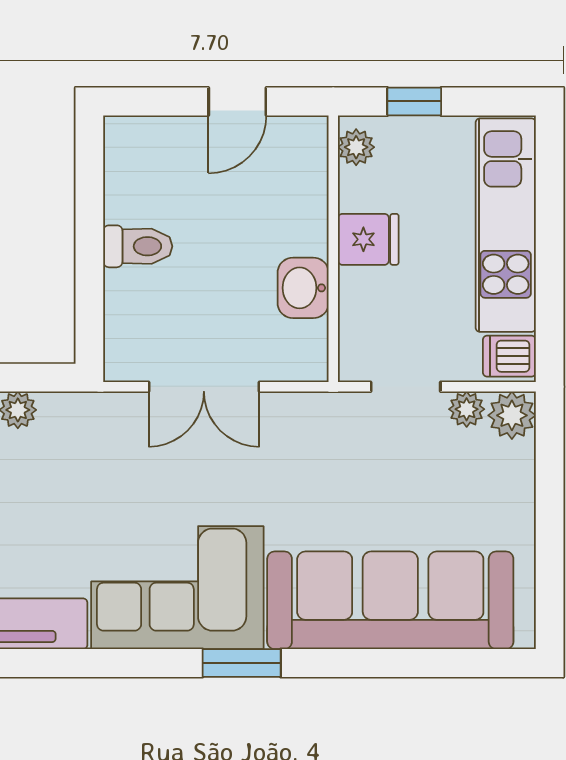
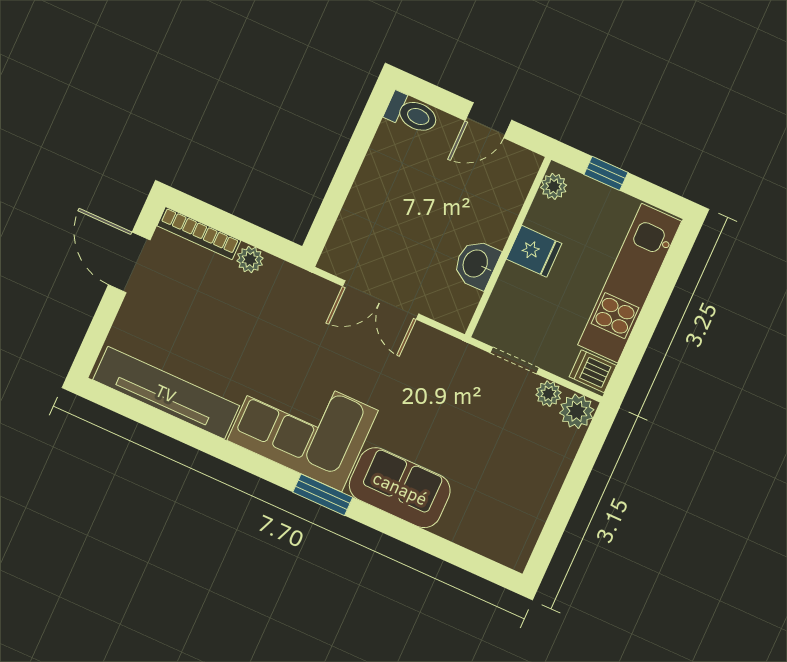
toilet: (138, 246) -> (412, 114), moved
sofa: (390, 600) -> (400, 488), width x0.54, depth x0.79

